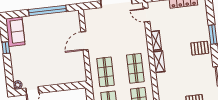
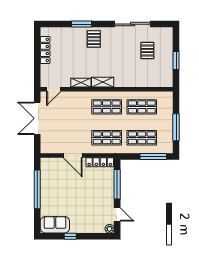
locker: (81, 68) -> (100, 162), added
window: (62, 87) -> (117, 184), added

